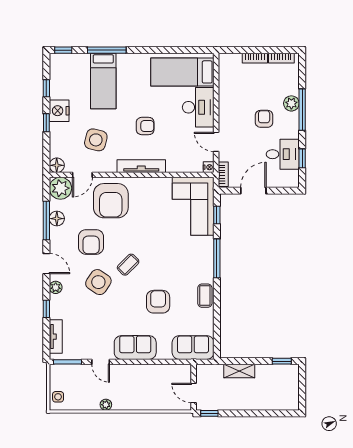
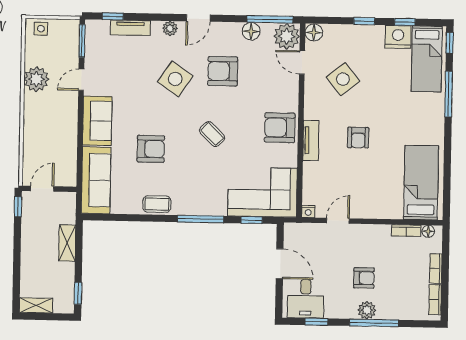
floor lamp: (223, 65) -> (428, 231), added
bed: (103, 81) -> (427, 59), moved, turned -90
plant: (291, 103) -> (367, 310), moved
desk: (198, 107) -> (379, 200), removed
nightstand: (59, 111) -> (398, 37), moved
side table: (96, 140) -> (343, 79), turned 37
desk: (283, 154) -> (306, 299), moved
tv unit: (141, 166) -> (311, 140), width x0.71
bookcase: (223, 174) -> (406, 231), moved
armchair: (111, 201) -> (280, 128), moved, width x0.73, depth x0.73
window: (46, 221) -> (270, 19), moved
coffee table: (128, 265) -> (212, 134), moved
window: (46, 309) -> (113, 16), moved
tv unit: (56, 337) -> (130, 28), moved
sofa: (193, 348) -> (96, 180), width x1.36
shelving: (293, 396) -> (36, 305), added
plant: (106, 405) -> (36, 79), width x1.87, depth x1.87

